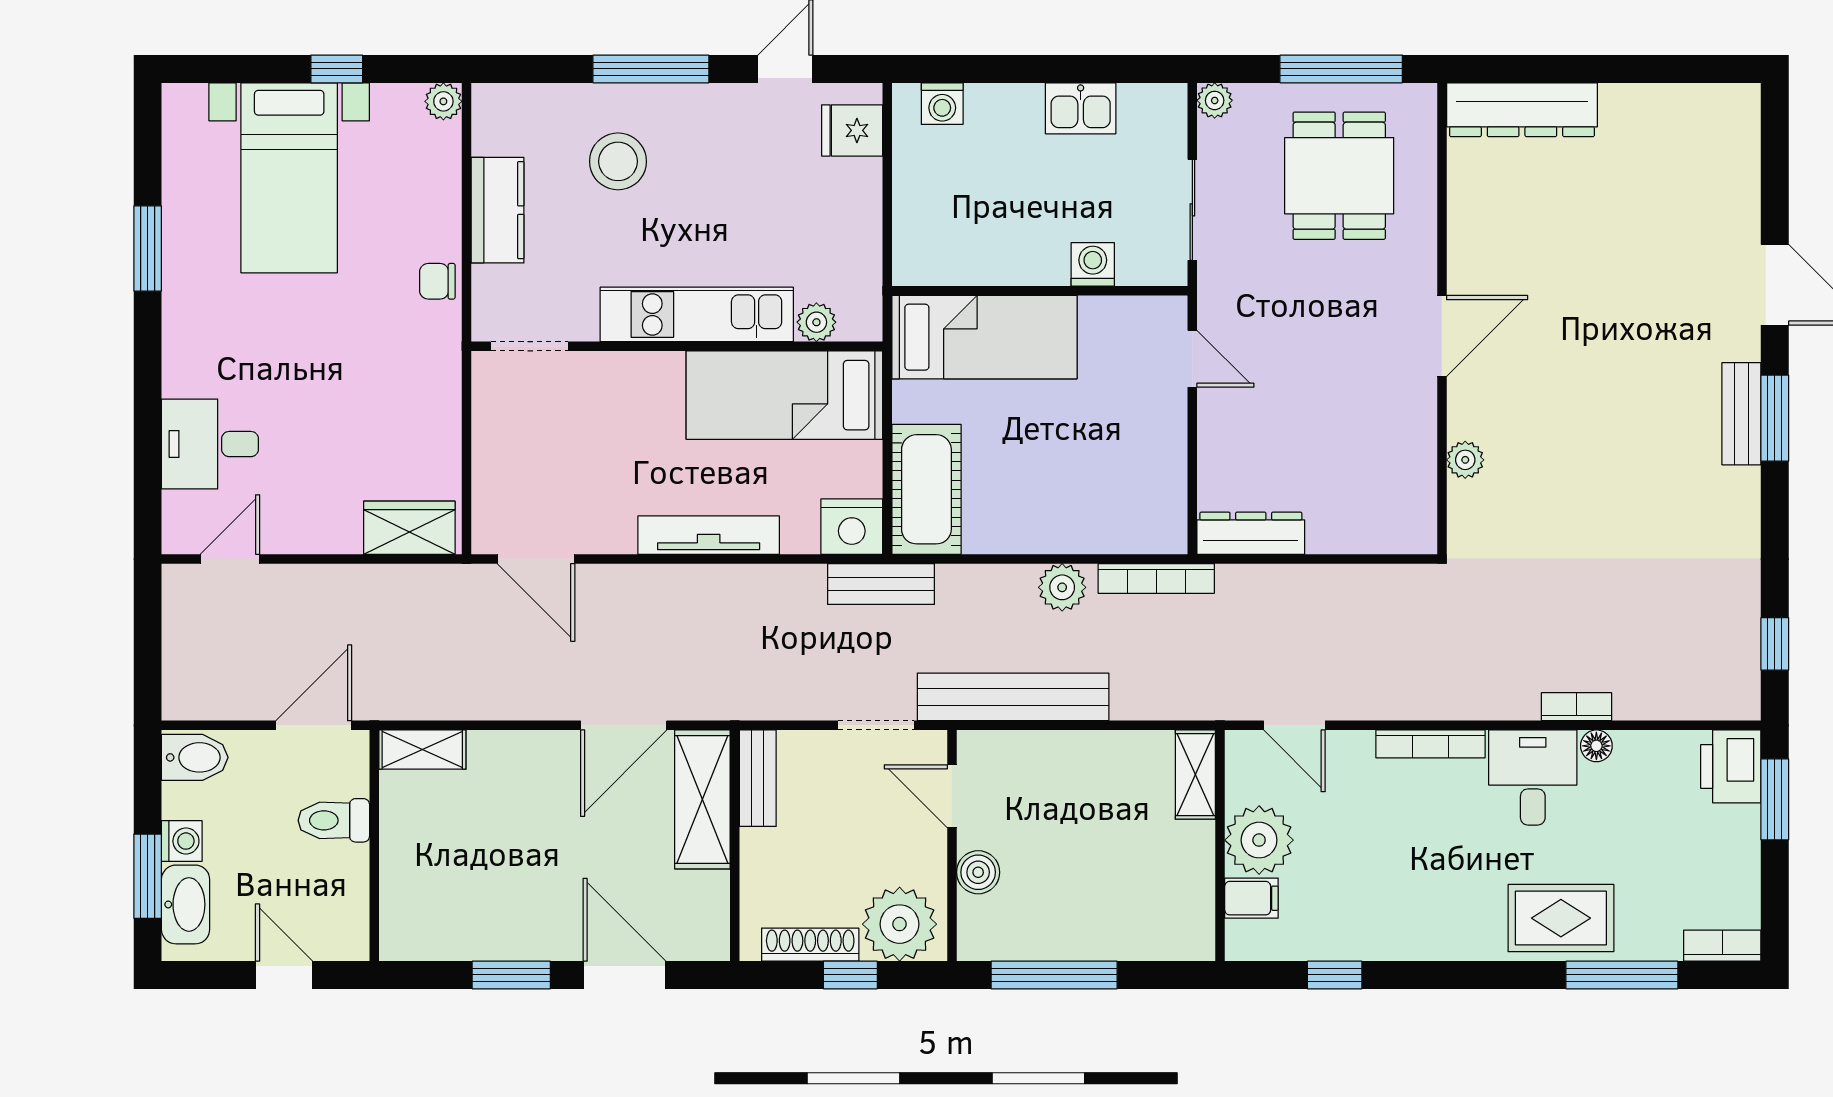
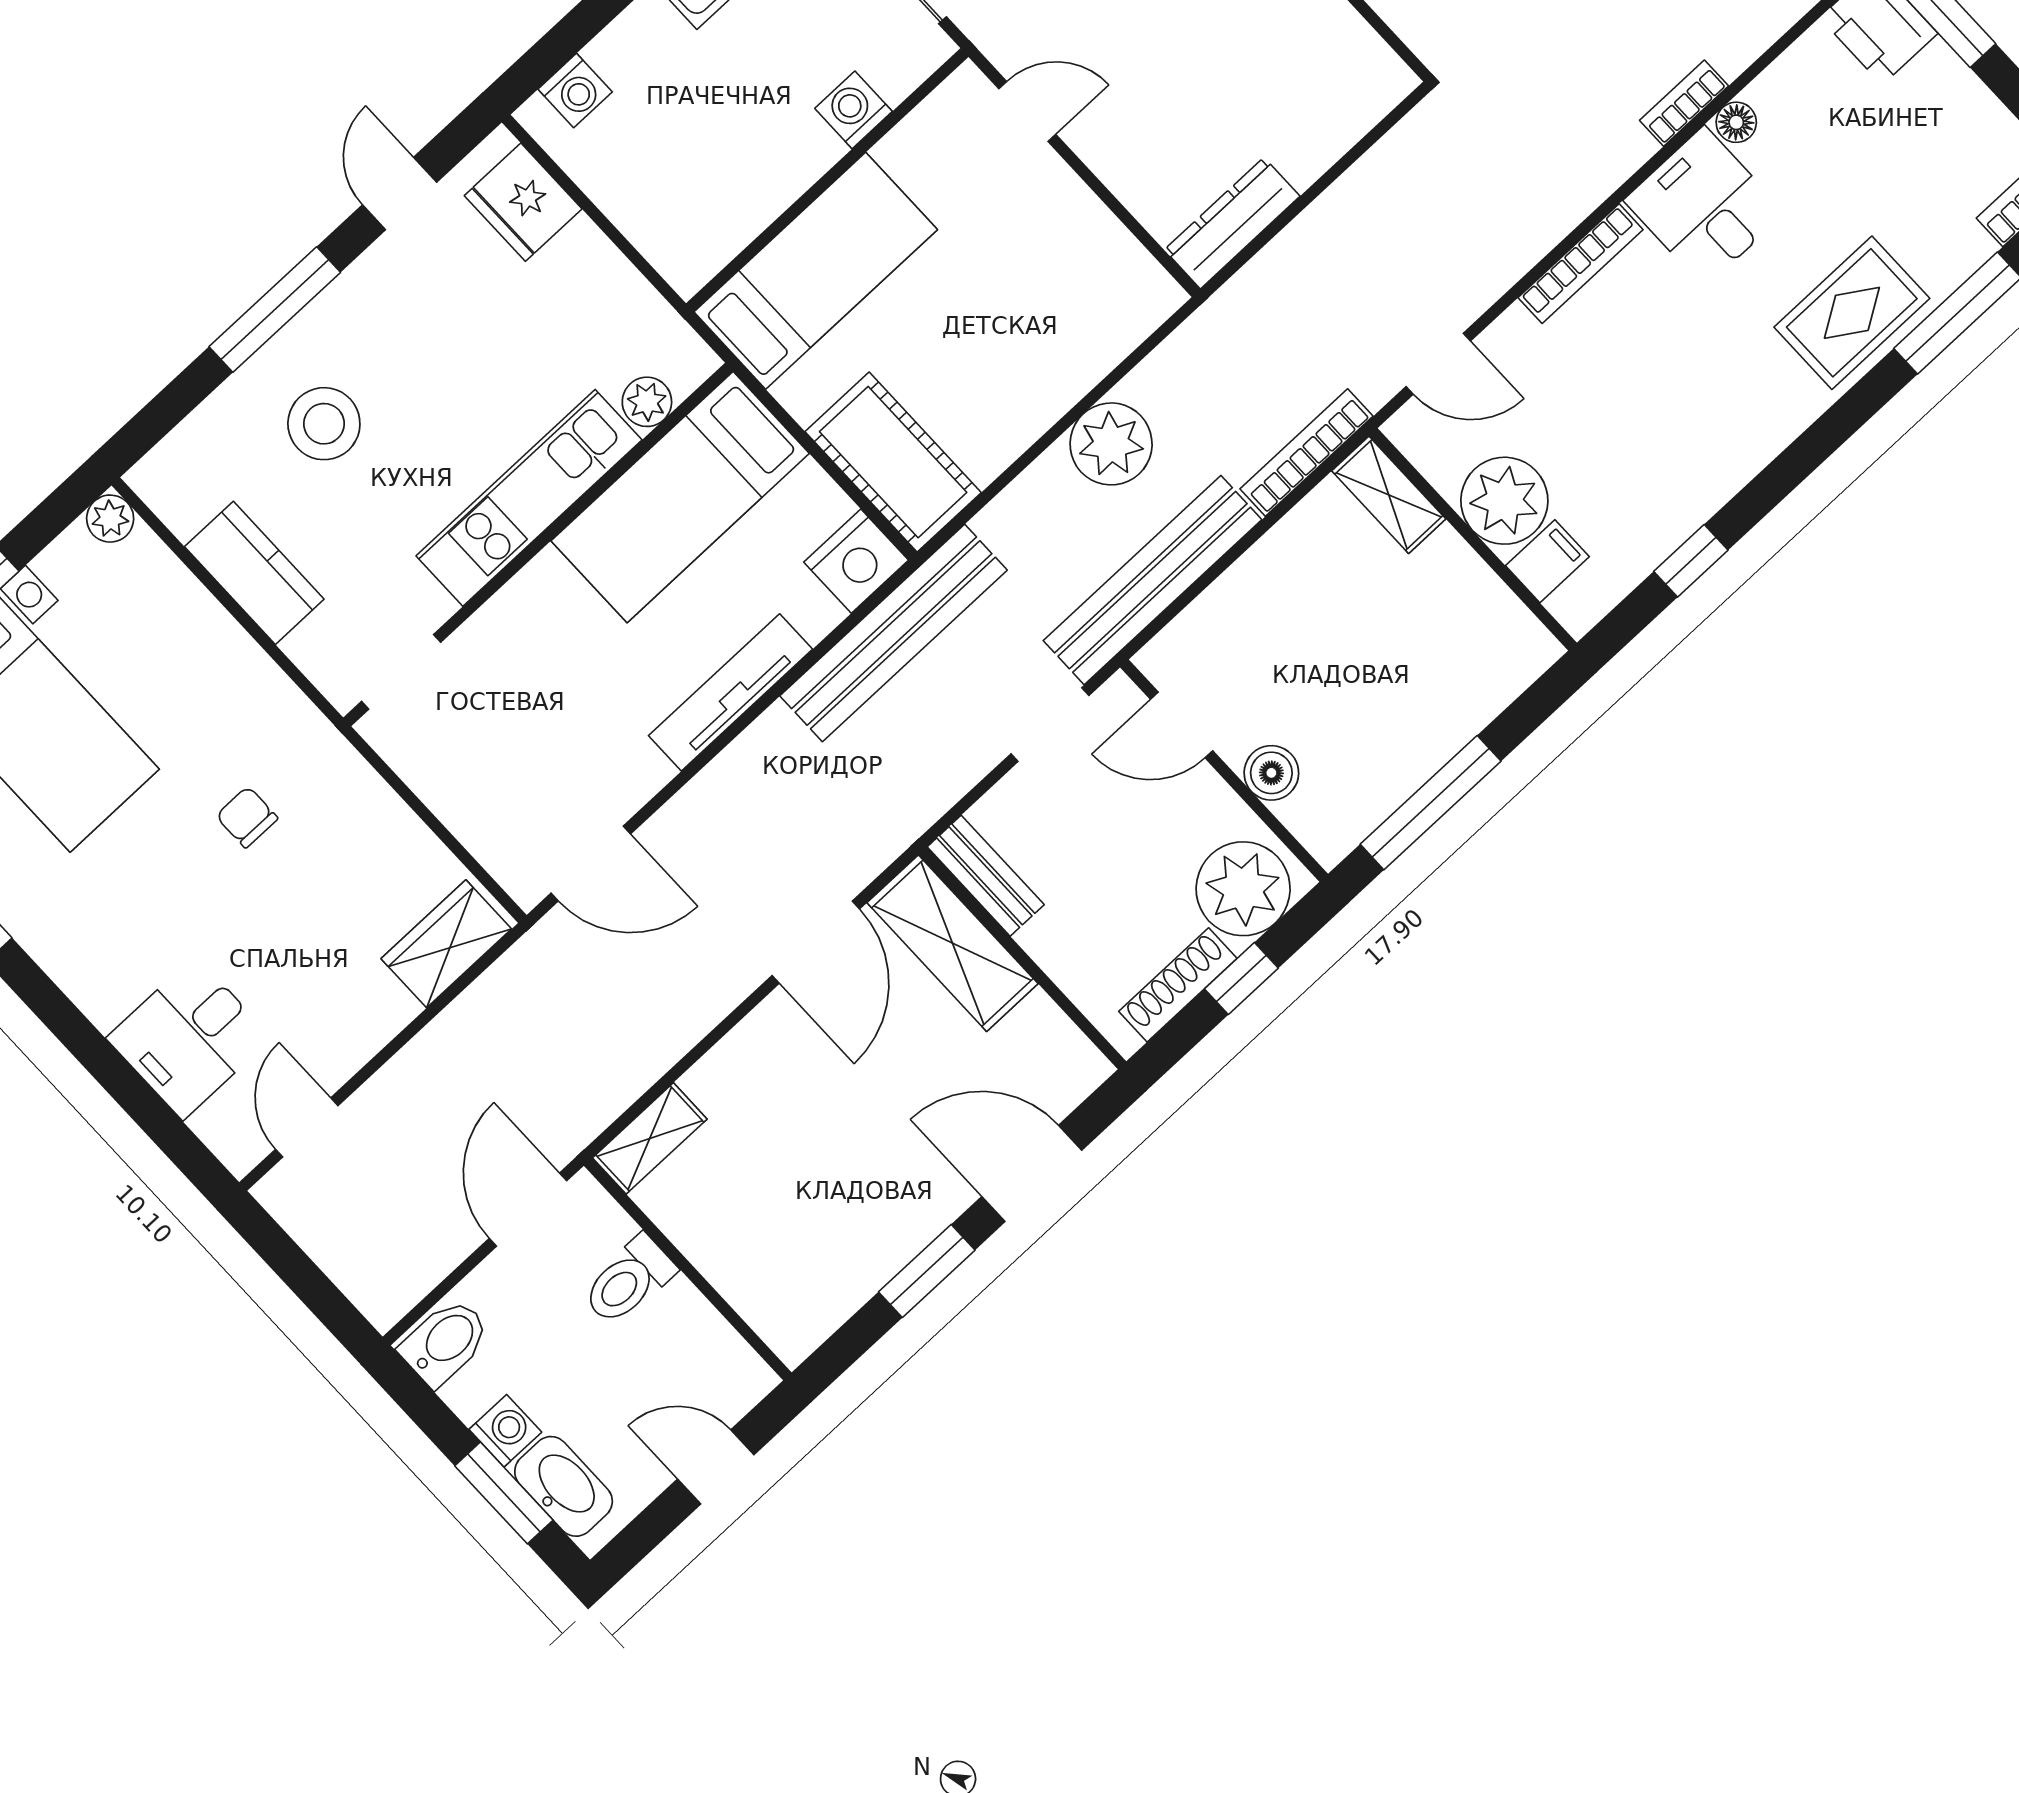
fridge: (852, 130) -> (523, 202), width x1.38
chair: (437, 281) -> (247, 817), moved, turned 90
bookcase: (1156, 578) -> (1306, 453), moved, turned 180
bench: (881, 584) -> (893, 633), width x1.86, depth x1.21
plant: (1062, 587) -> (1111, 444), width x1.36, depth x1.36

